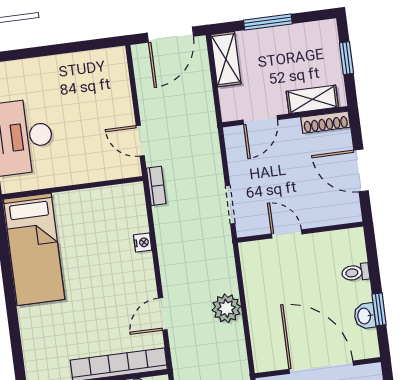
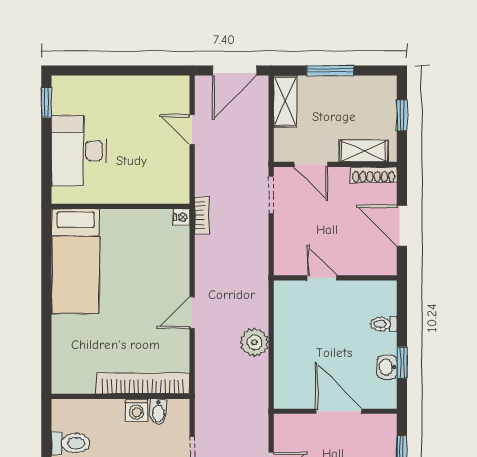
door: (260, 120) -> (311, 164), hinge flipped
door: (140, 141) -> (192, 130), moved
doorway: (230, 205) -> (271, 195), moved
nightstand: (143, 242) -> (182, 217), moved
door: (163, 314) -> (192, 313), moved
door: (321, 367) -> (339, 411), width x0.73

